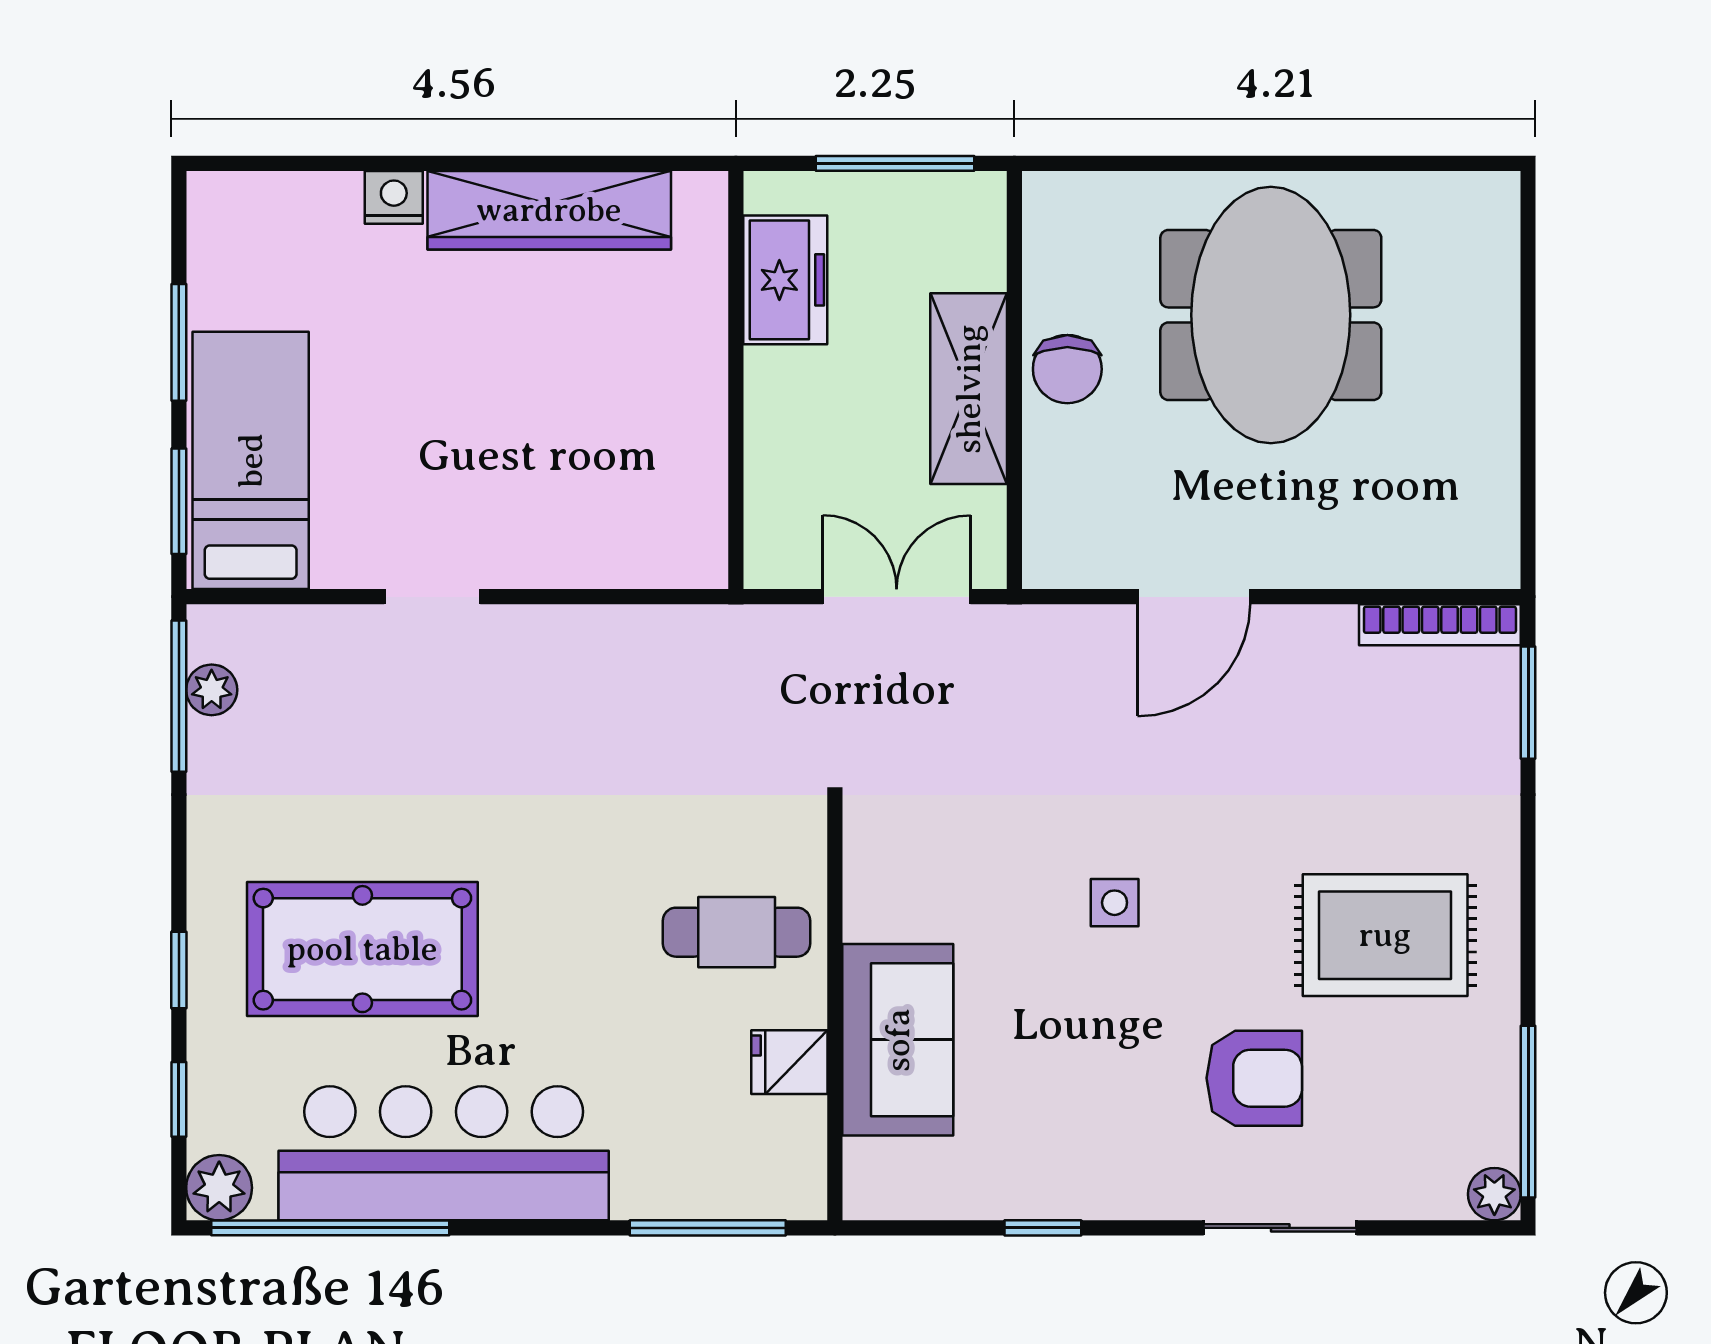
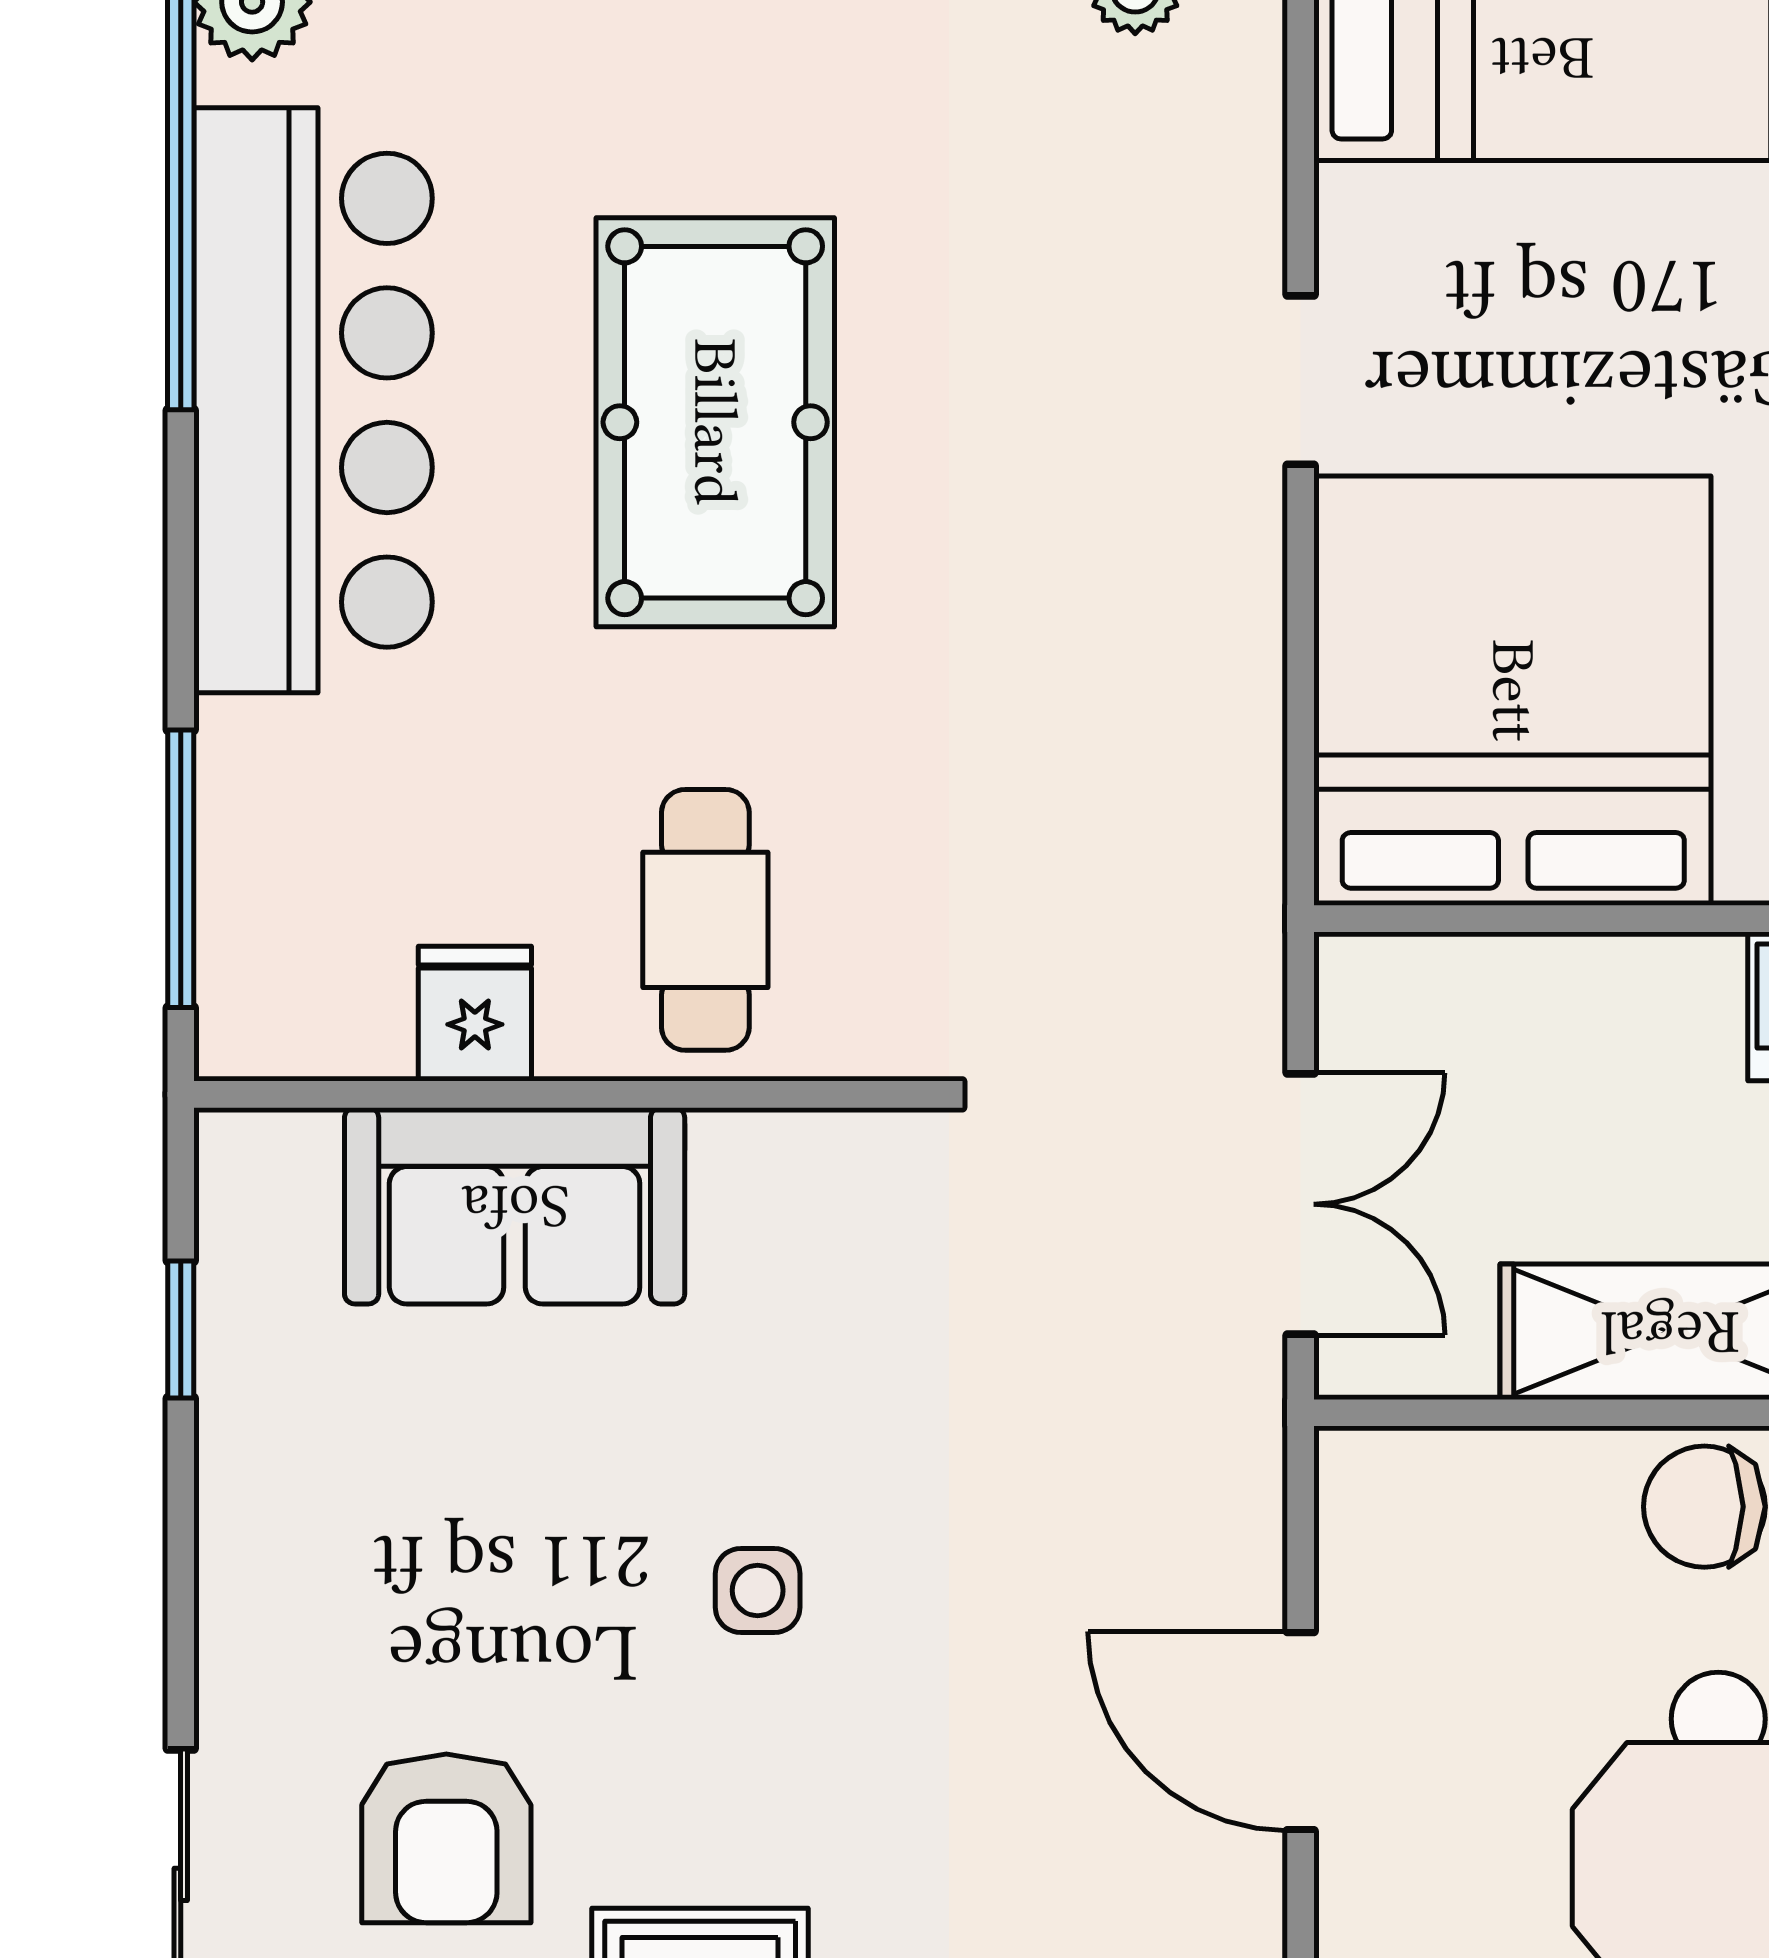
bed: (607, 477) -> (1513, 691), added
pool table: (362, 949) -> (715, 422), moved
window: (1043, 1228) -> (181, 1329), moved

